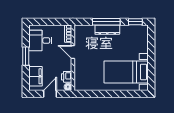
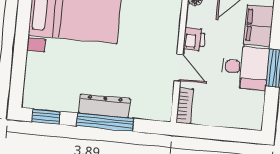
desk: (40, 41) -> (245, 67), moved
printer: (67, 77) -> (194, 39), moved

